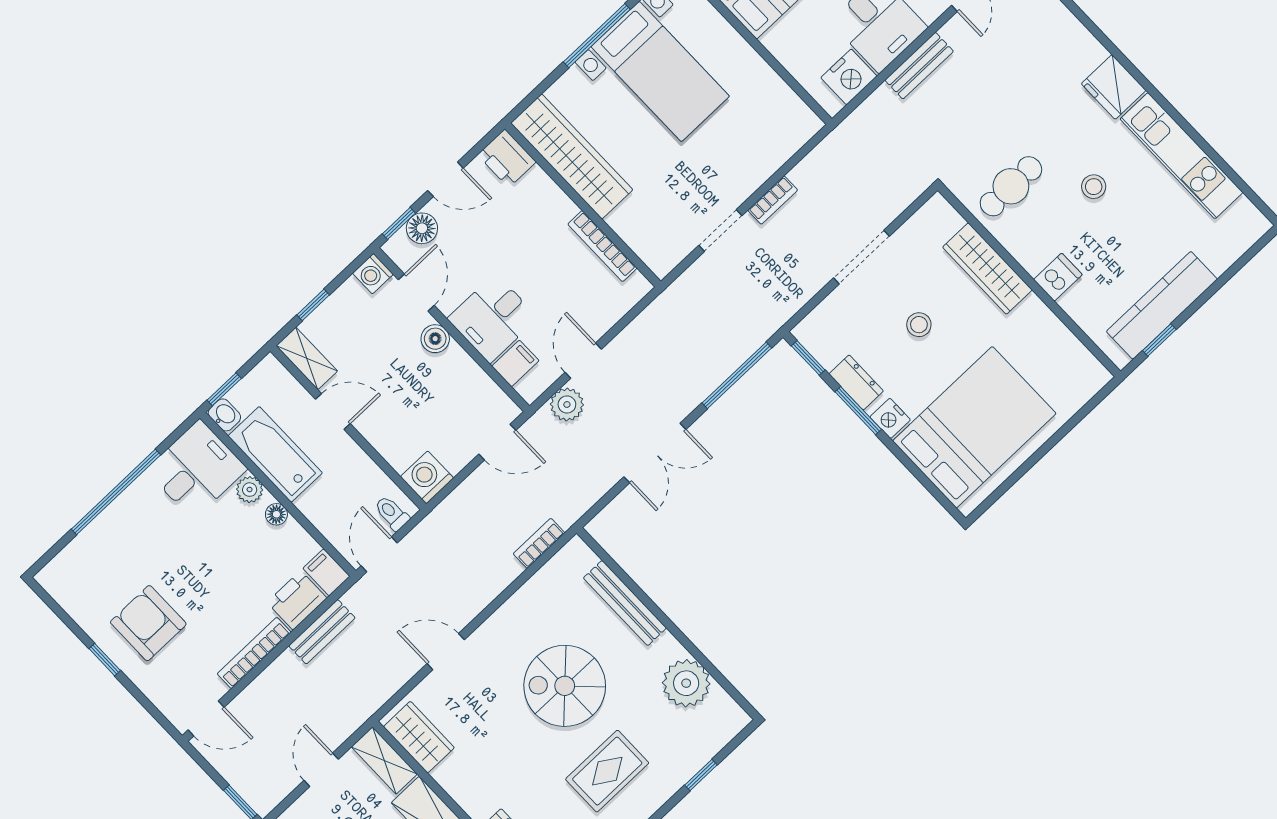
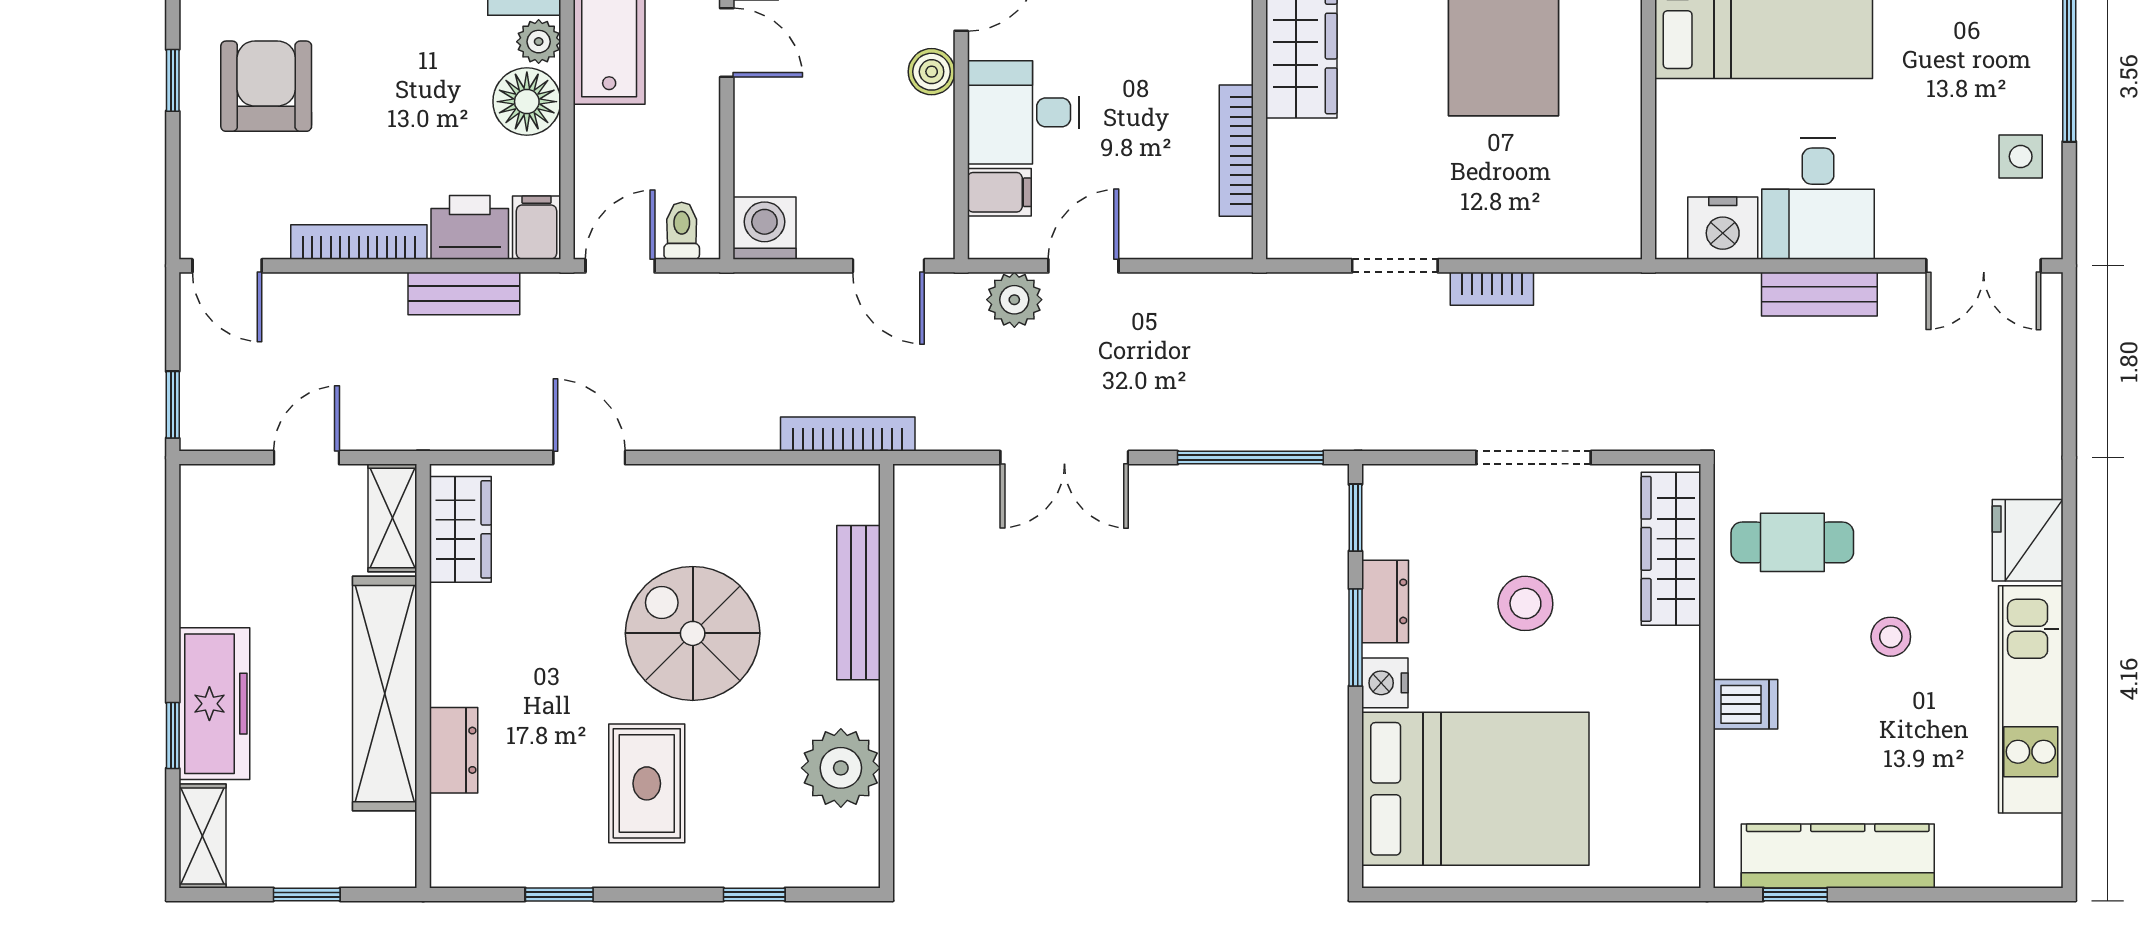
wardrobe: (987, 269) -> (1671, 549), moved
stool: (919, 325) -> (1525, 603), width x1.37, depth x1.37
floor lamp: (276, 514) -> (527, 102), width x1.89, depth x1.89
bookcase: (539, 543) -> (848, 434), width x1.56
rug: (607, 771) -> (647, 783), turned 90

